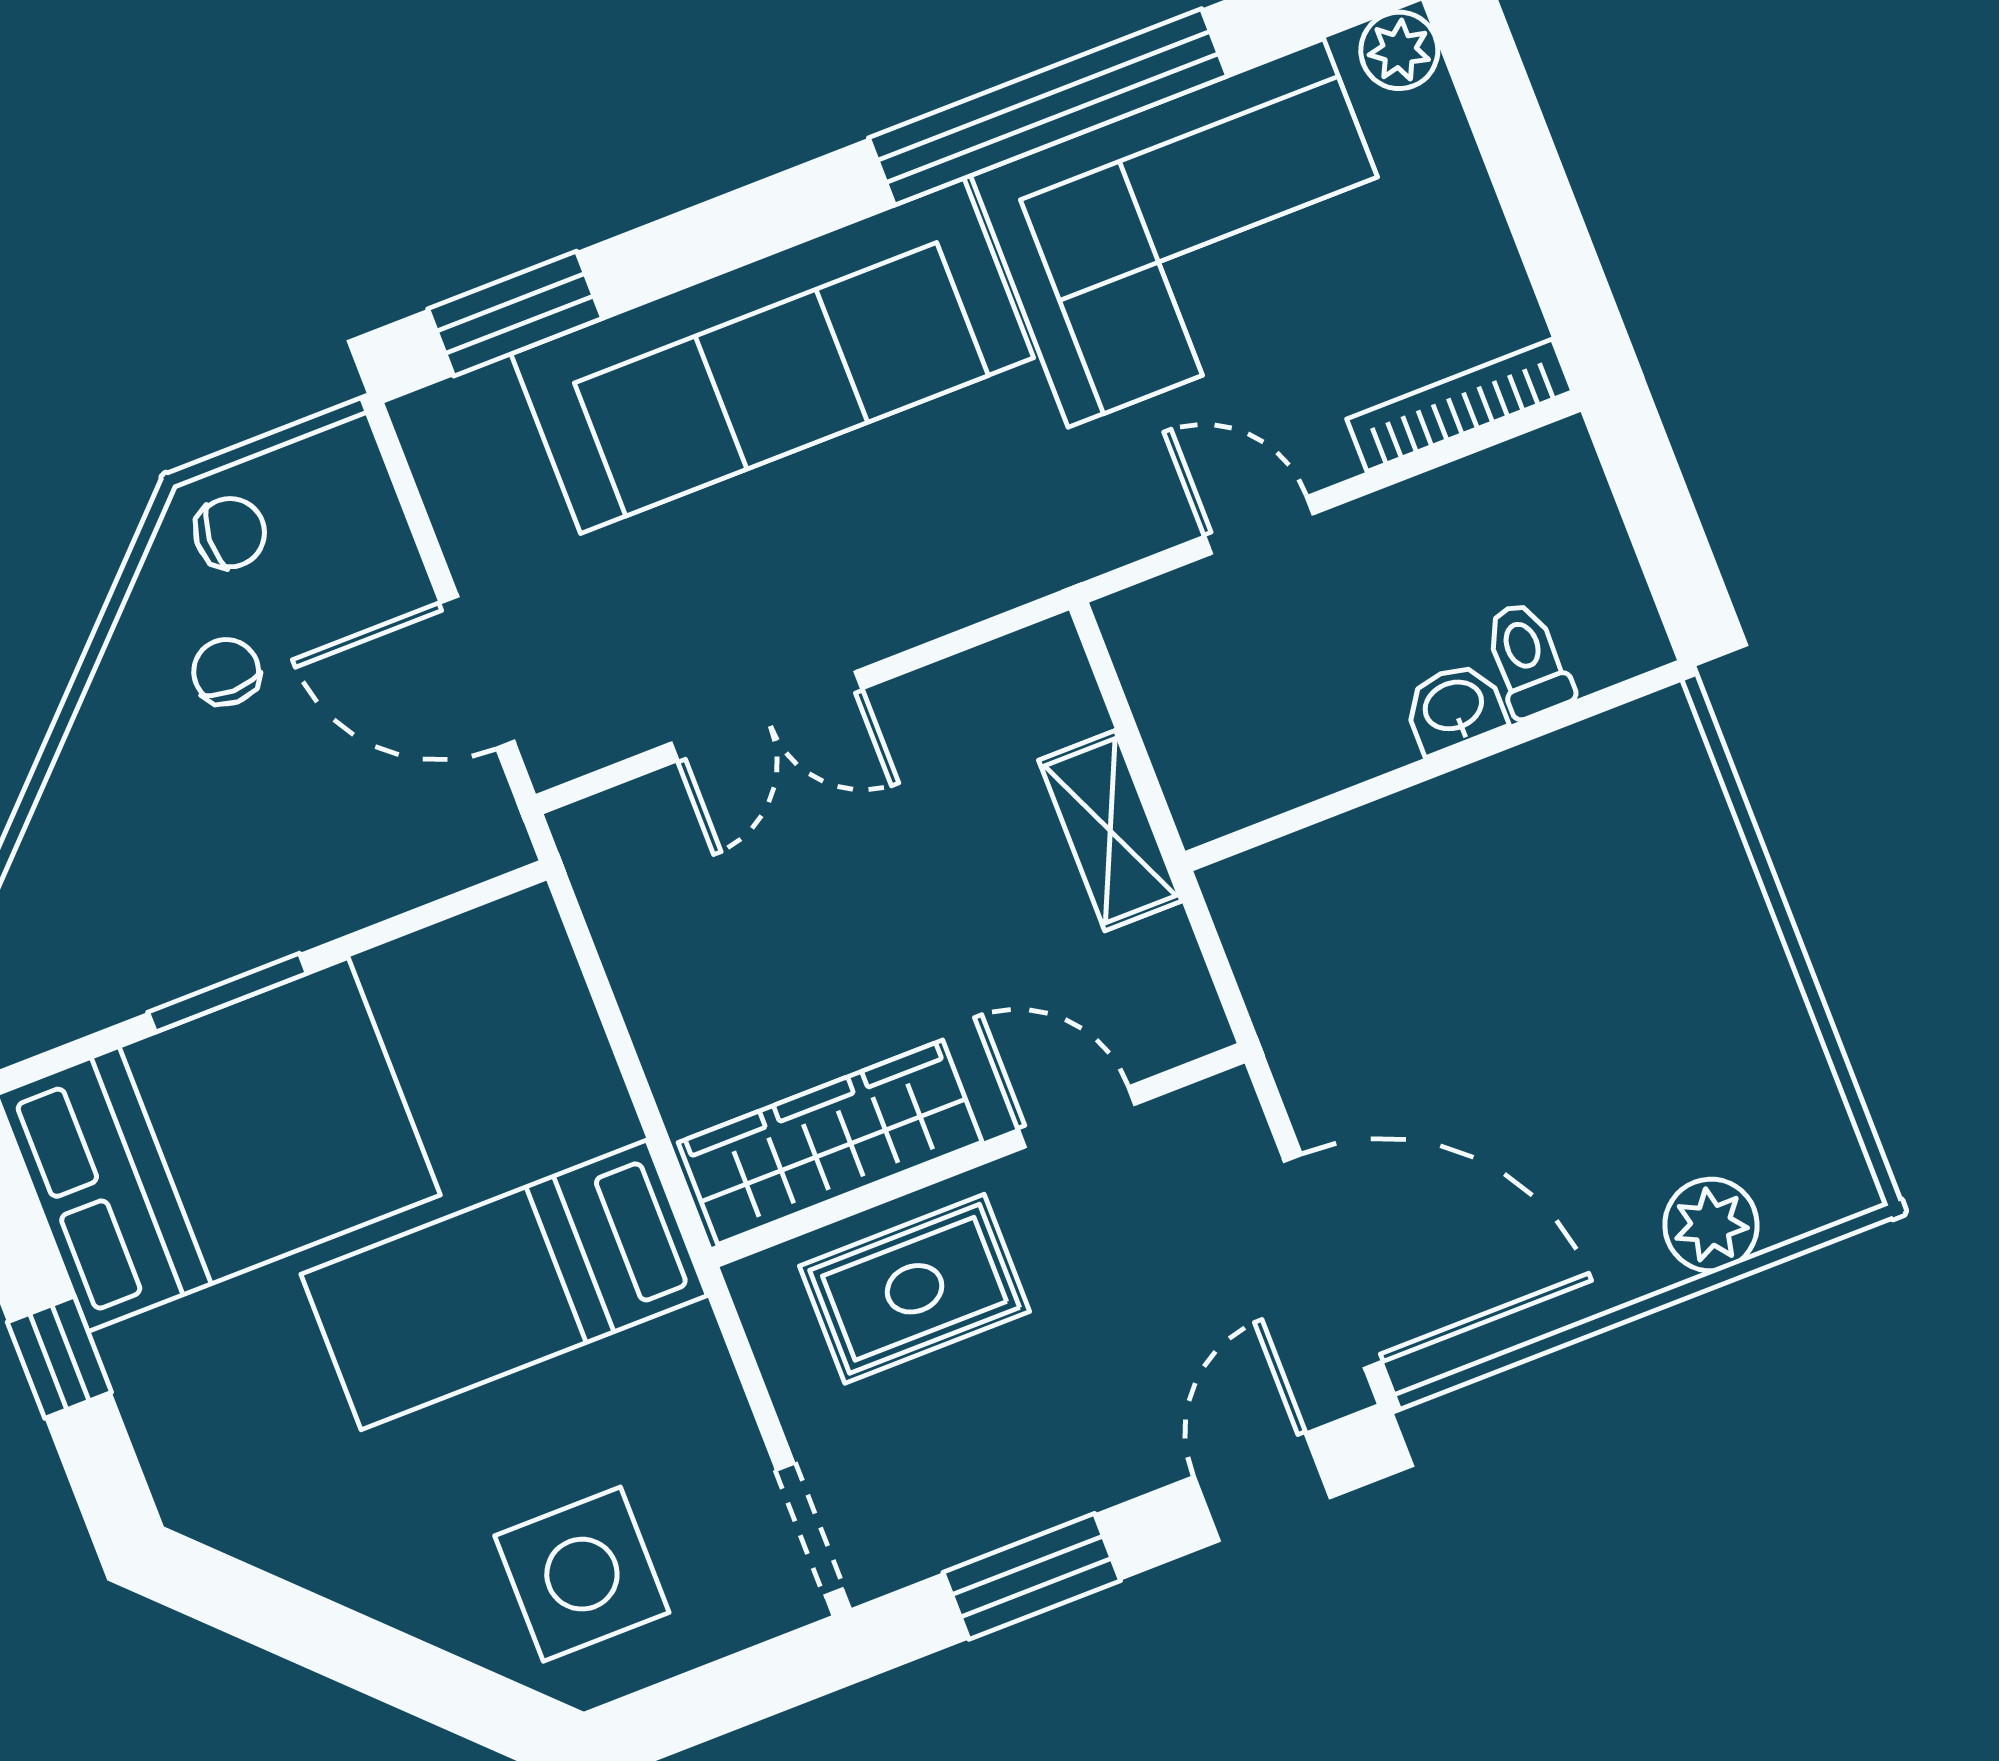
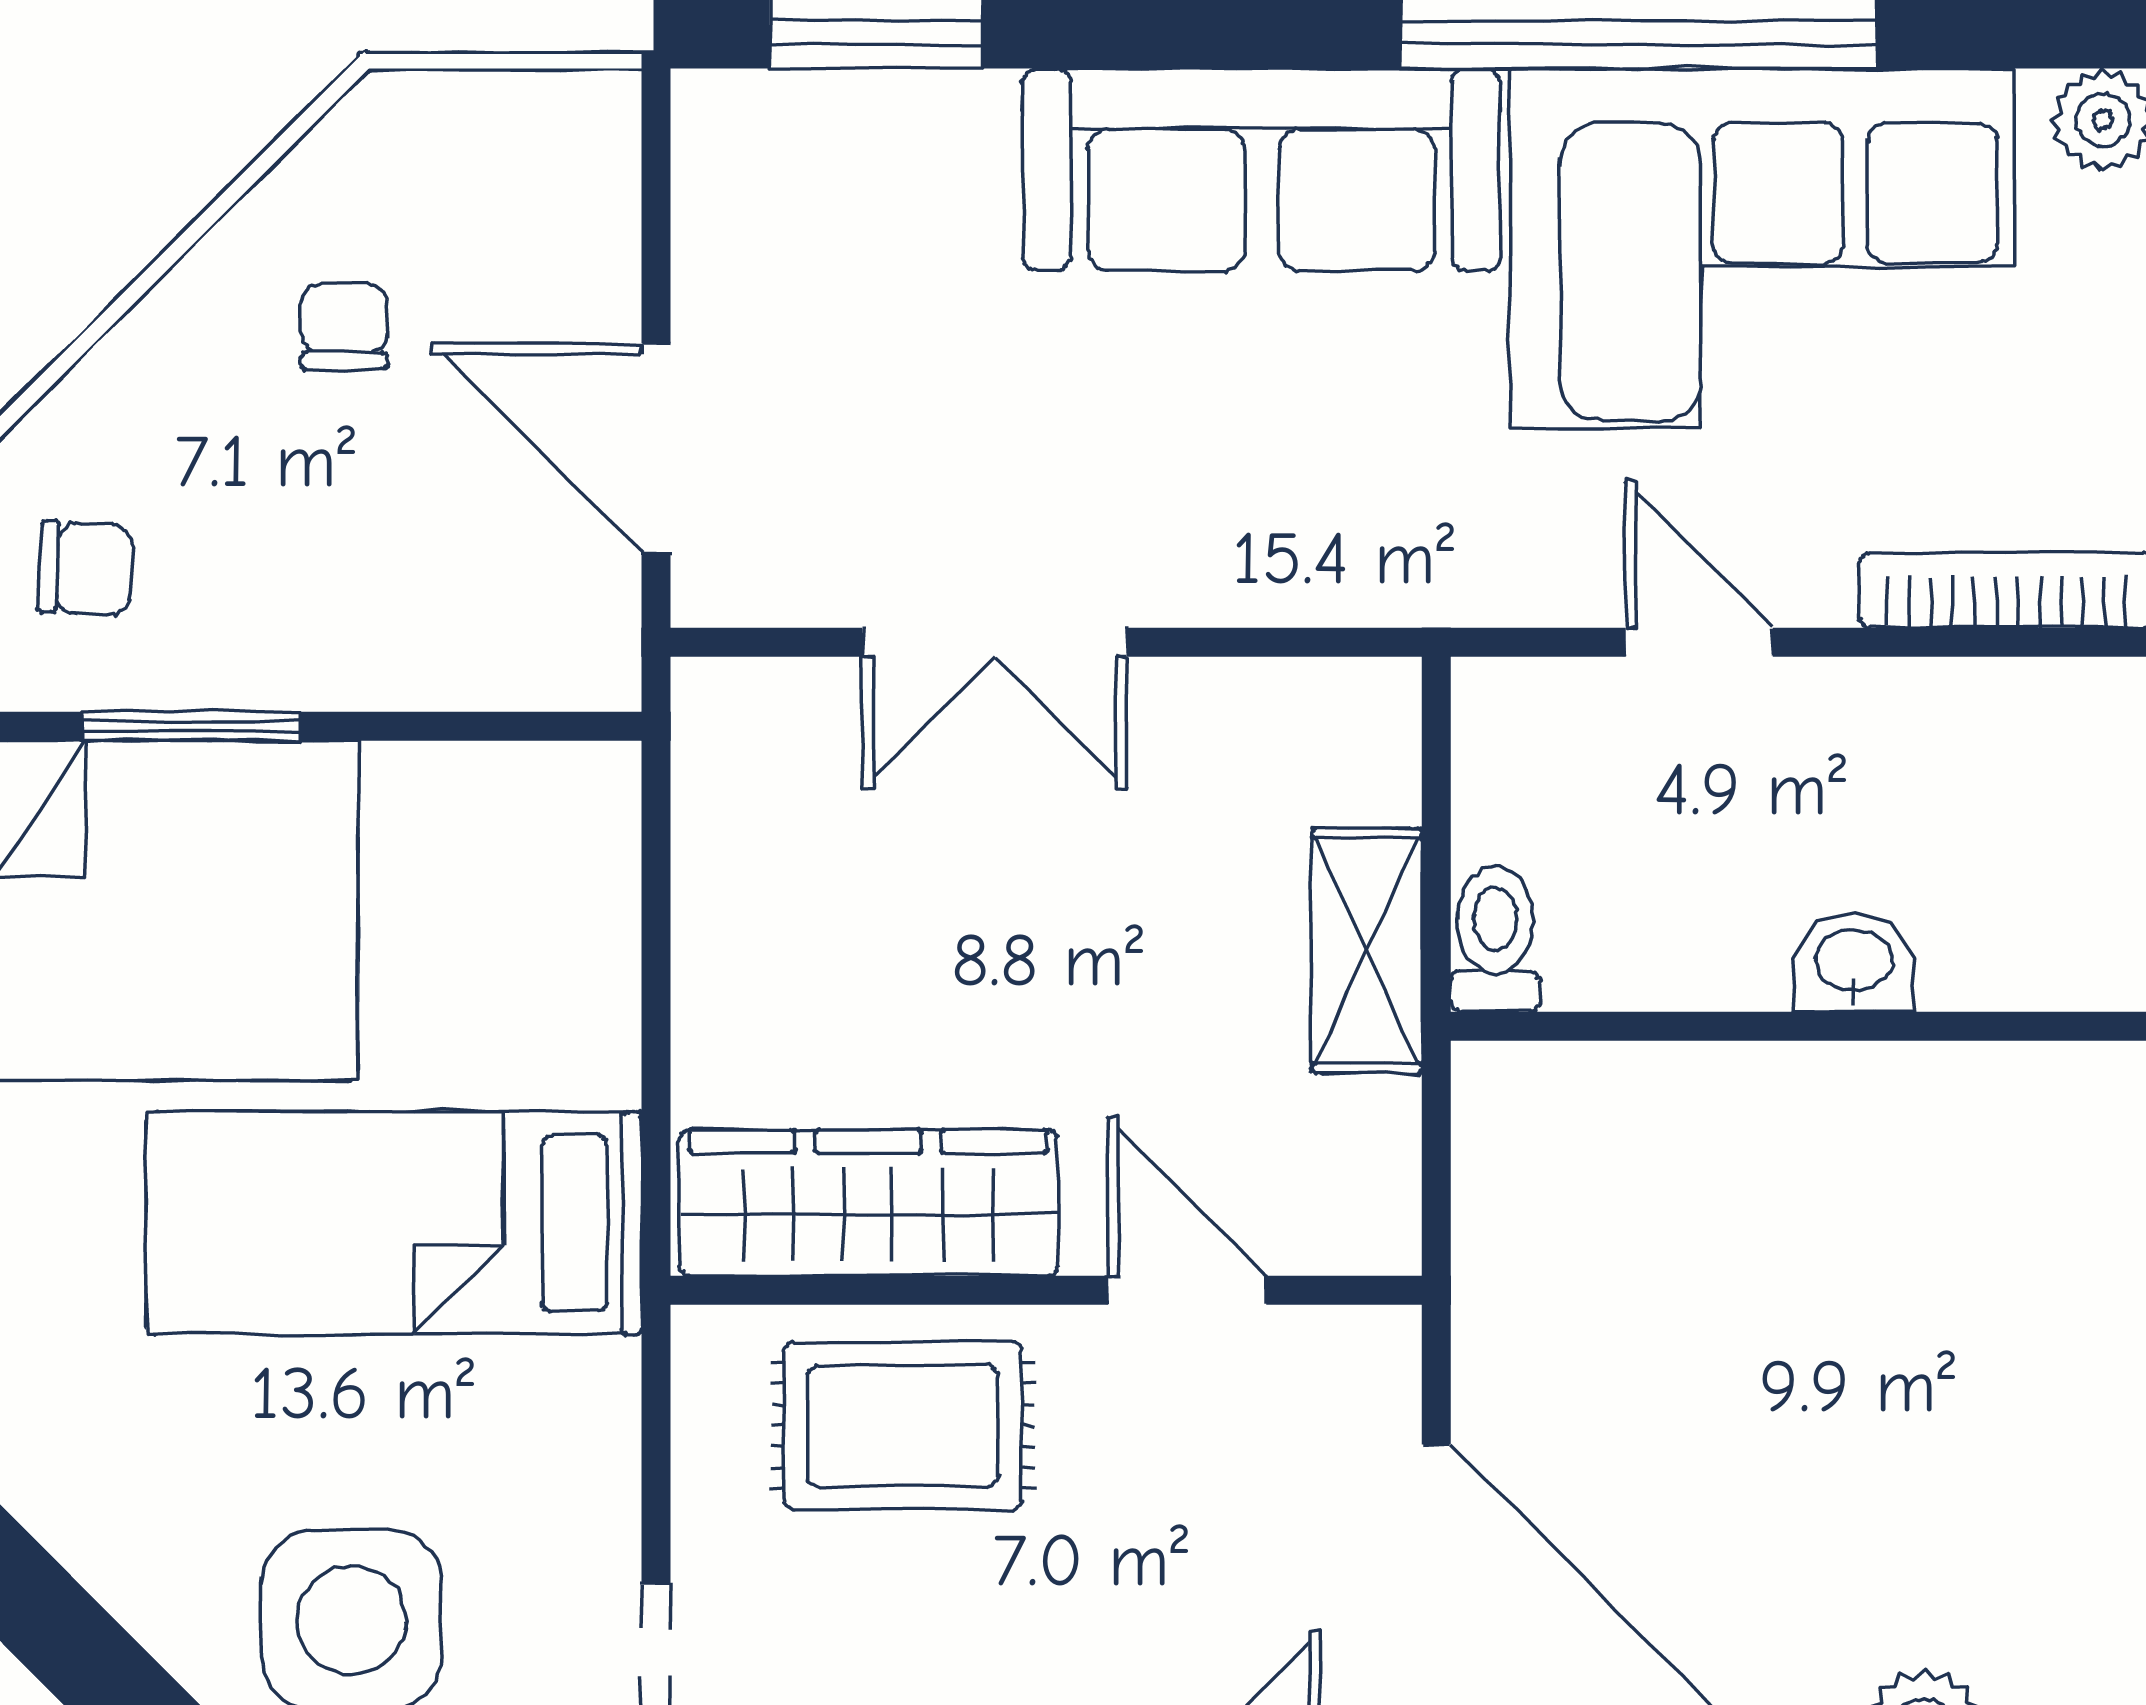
sofa: (772, 356) -> (1261, 170), width x0.74, depth x0.79
chair: (230, 533) -> (85, 569), moved
toilet: (1528, 660) -> (1495, 939), moved

